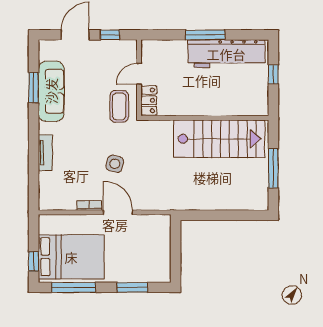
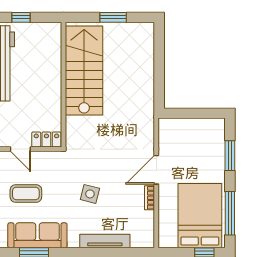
coffee table: (119, 106) -> (26, 193), moved
tv unit: (45, 153) -> (105, 241), width x1.41
side table: (115, 164) -> (90, 194), moved
window: (273, 168) -> (113, 17), width x0.69

